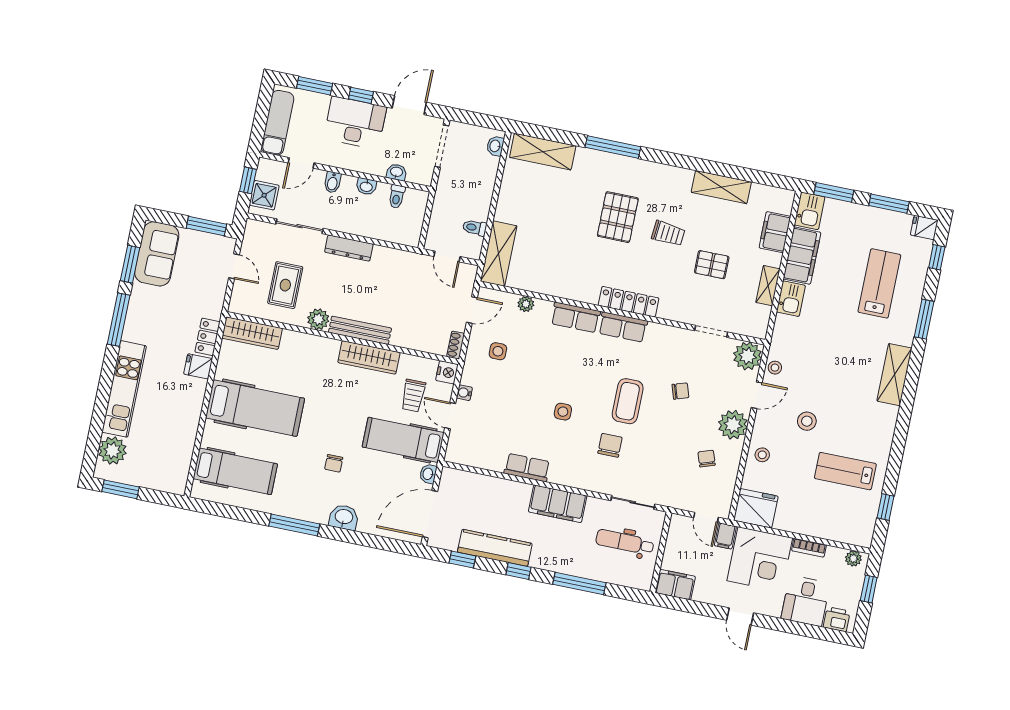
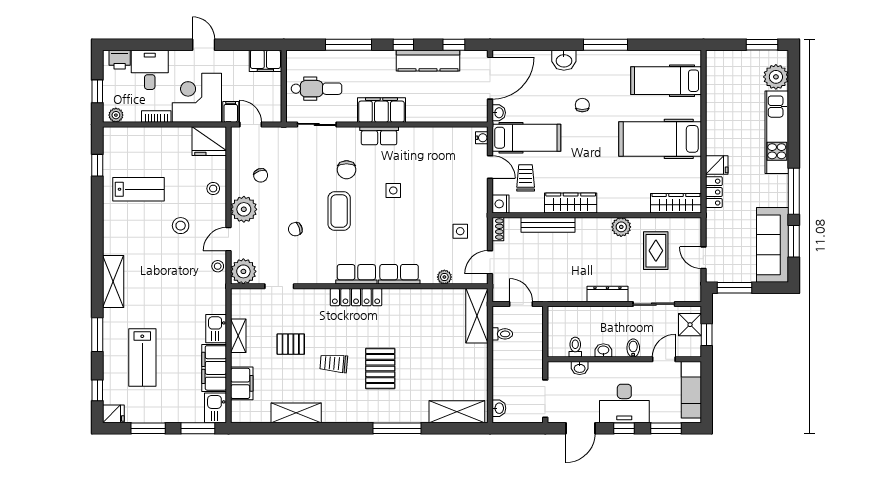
sofa: (157, 254) -> (773, 245), width x1.36
bench: (360, 330) -> (548, 225), moved
water cooler: (464, 393) -> (482, 138), moved
row of seats: (527, 468) -> (379, 136), moved

